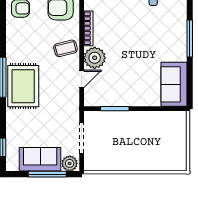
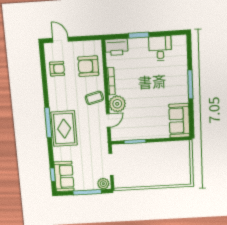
sofa: (40, 159) -> (64, 176), moved, turned 90

